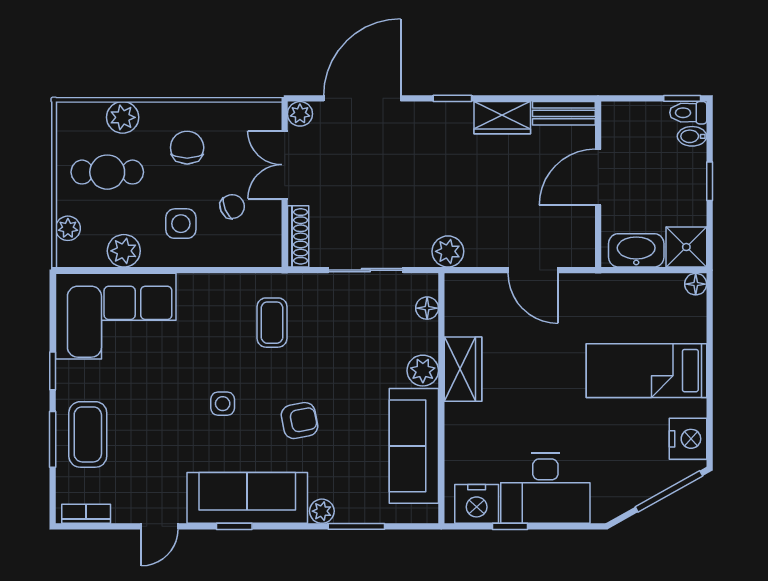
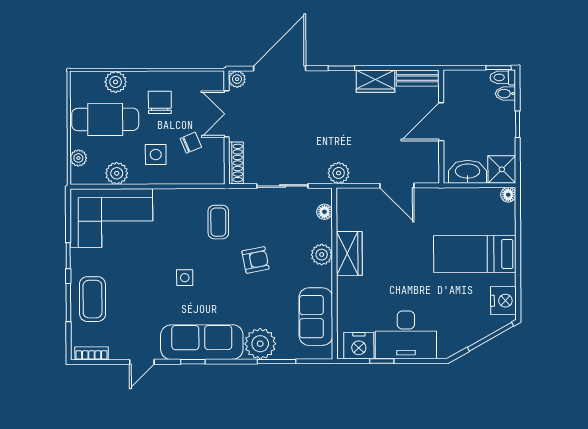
cafe table: (107, 172) -> (105, 119), width x1.37, depth x1.35
armchair: (299, 421) -> (255, 260), moved
sofa: (414, 446) -> (316, 317), width x0.73
plant: (322, 511) -> (260, 344), width x1.88, depth x1.88

